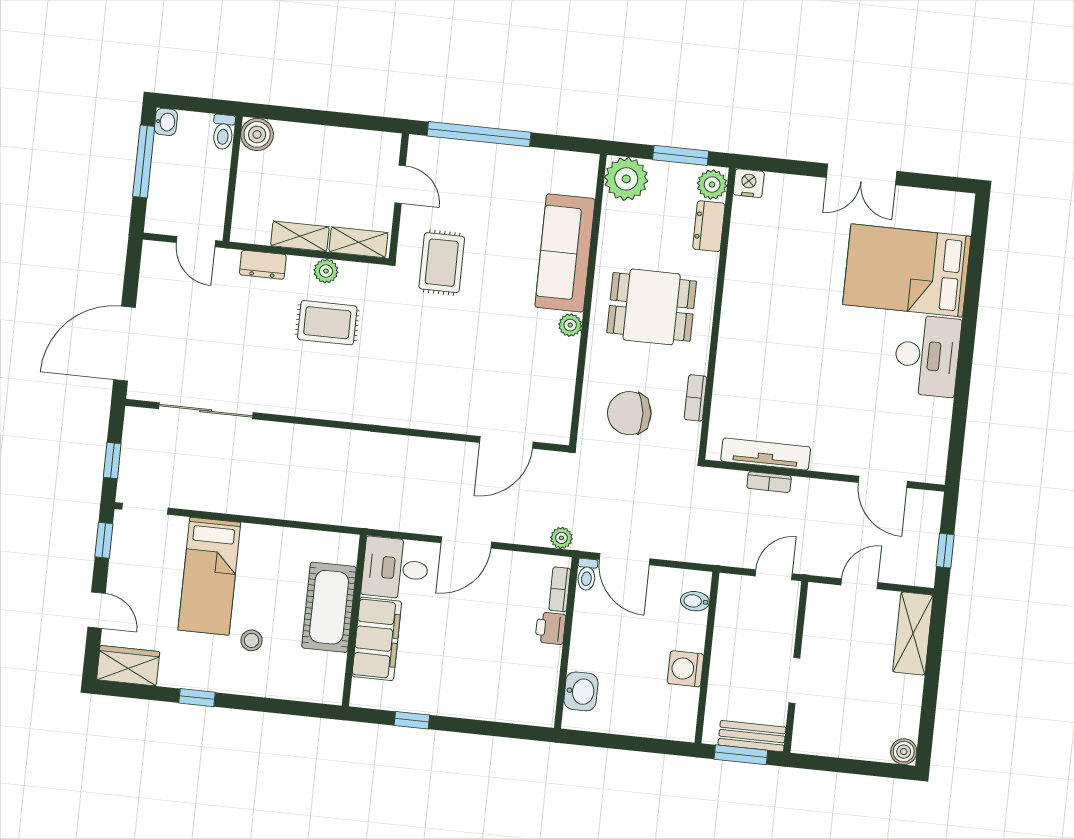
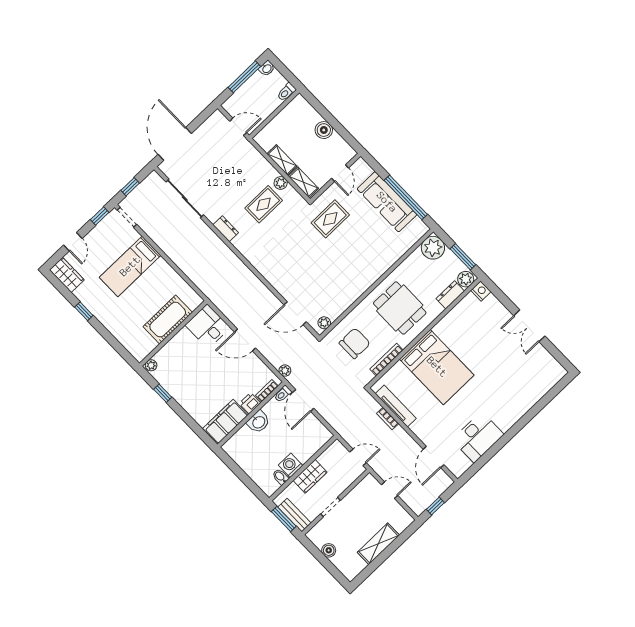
boiler: (257, 134) -> (324, 130), moved
window: (479, 134) -> (406, 197), moved
door: (196, 242) -> (238, 127), swing flipped
sofa: (565, 253) -> (387, 202), moved, turned -90
dresser: (263, 265) -> (226, 229), moved, turned 180
bed: (907, 270) -> (437, 367), moved, turned 180
rug: (327, 323) -> (264, 204), turned 90
plant: (570, 325) -> (324, 323), moved
door: (125, 344) -> (175, 144), hinge flipped
desk: (927, 356) -> (478, 437), moved
bookcase: (696, 398) -> (387, 360), width x1.56
chair: (629, 413) -> (355, 343), turned 95
bidet: (695, 601) -> (280, 477), moved
shelving: (913, 634) -> (378, 544), moved
filing cabinet: (377, 639) -> (225, 422), moved, turned 180
stool: (251, 640) -> (125, 307), removed
wardrobe: (727, 661) -> (310, 476), added
washbasin: (581, 691) -> (258, 422), moved
plant: (361, 694) -> (151, 365), added
boiler: (904, 752) -> (329, 550), moved

